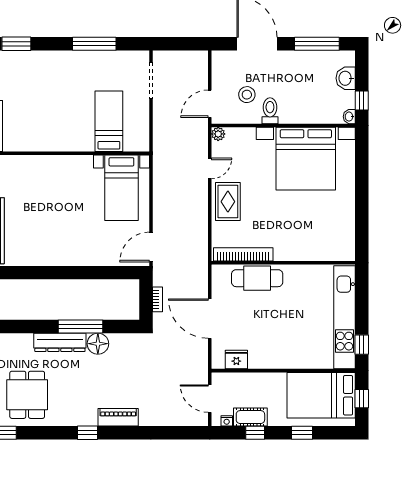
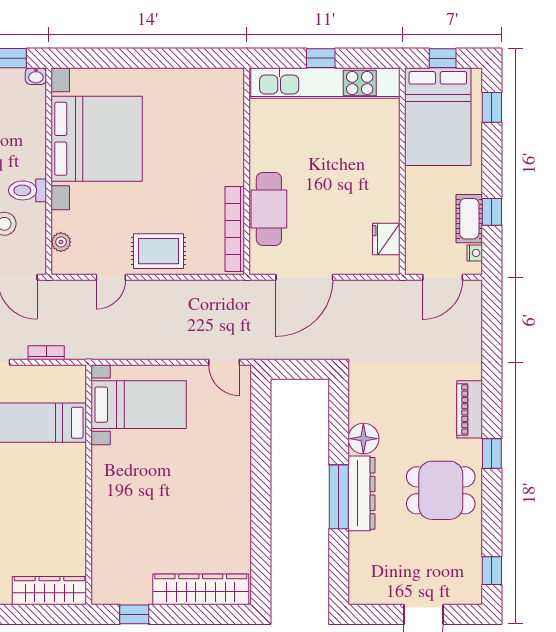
plant: (218, 134) -> (61, 242), moved
door: (210, 168) -> (111, 277), swing flipped
door: (151, 247) -> (224, 362), width x0.73
bookcase: (158, 299) -> (46, 353), moved
door: (210, 319) -> (304, 277), moved
window: (80, 326) -> (339, 497), moved
window: (362, 345) -> (321, 58), moved
dining table: (27, 395) -> (441, 490), moved
window: (302, 433) -> (492, 107), moved

